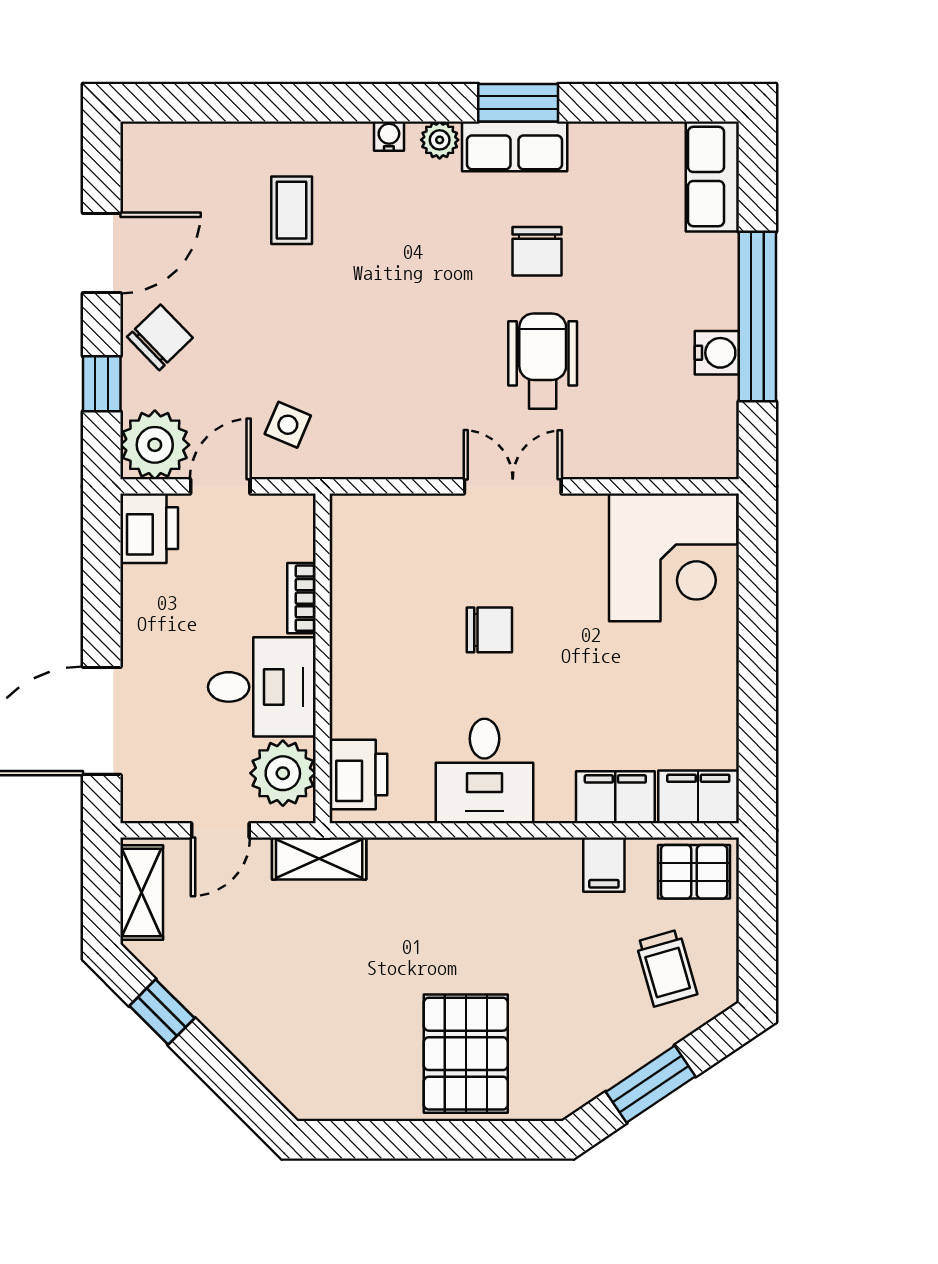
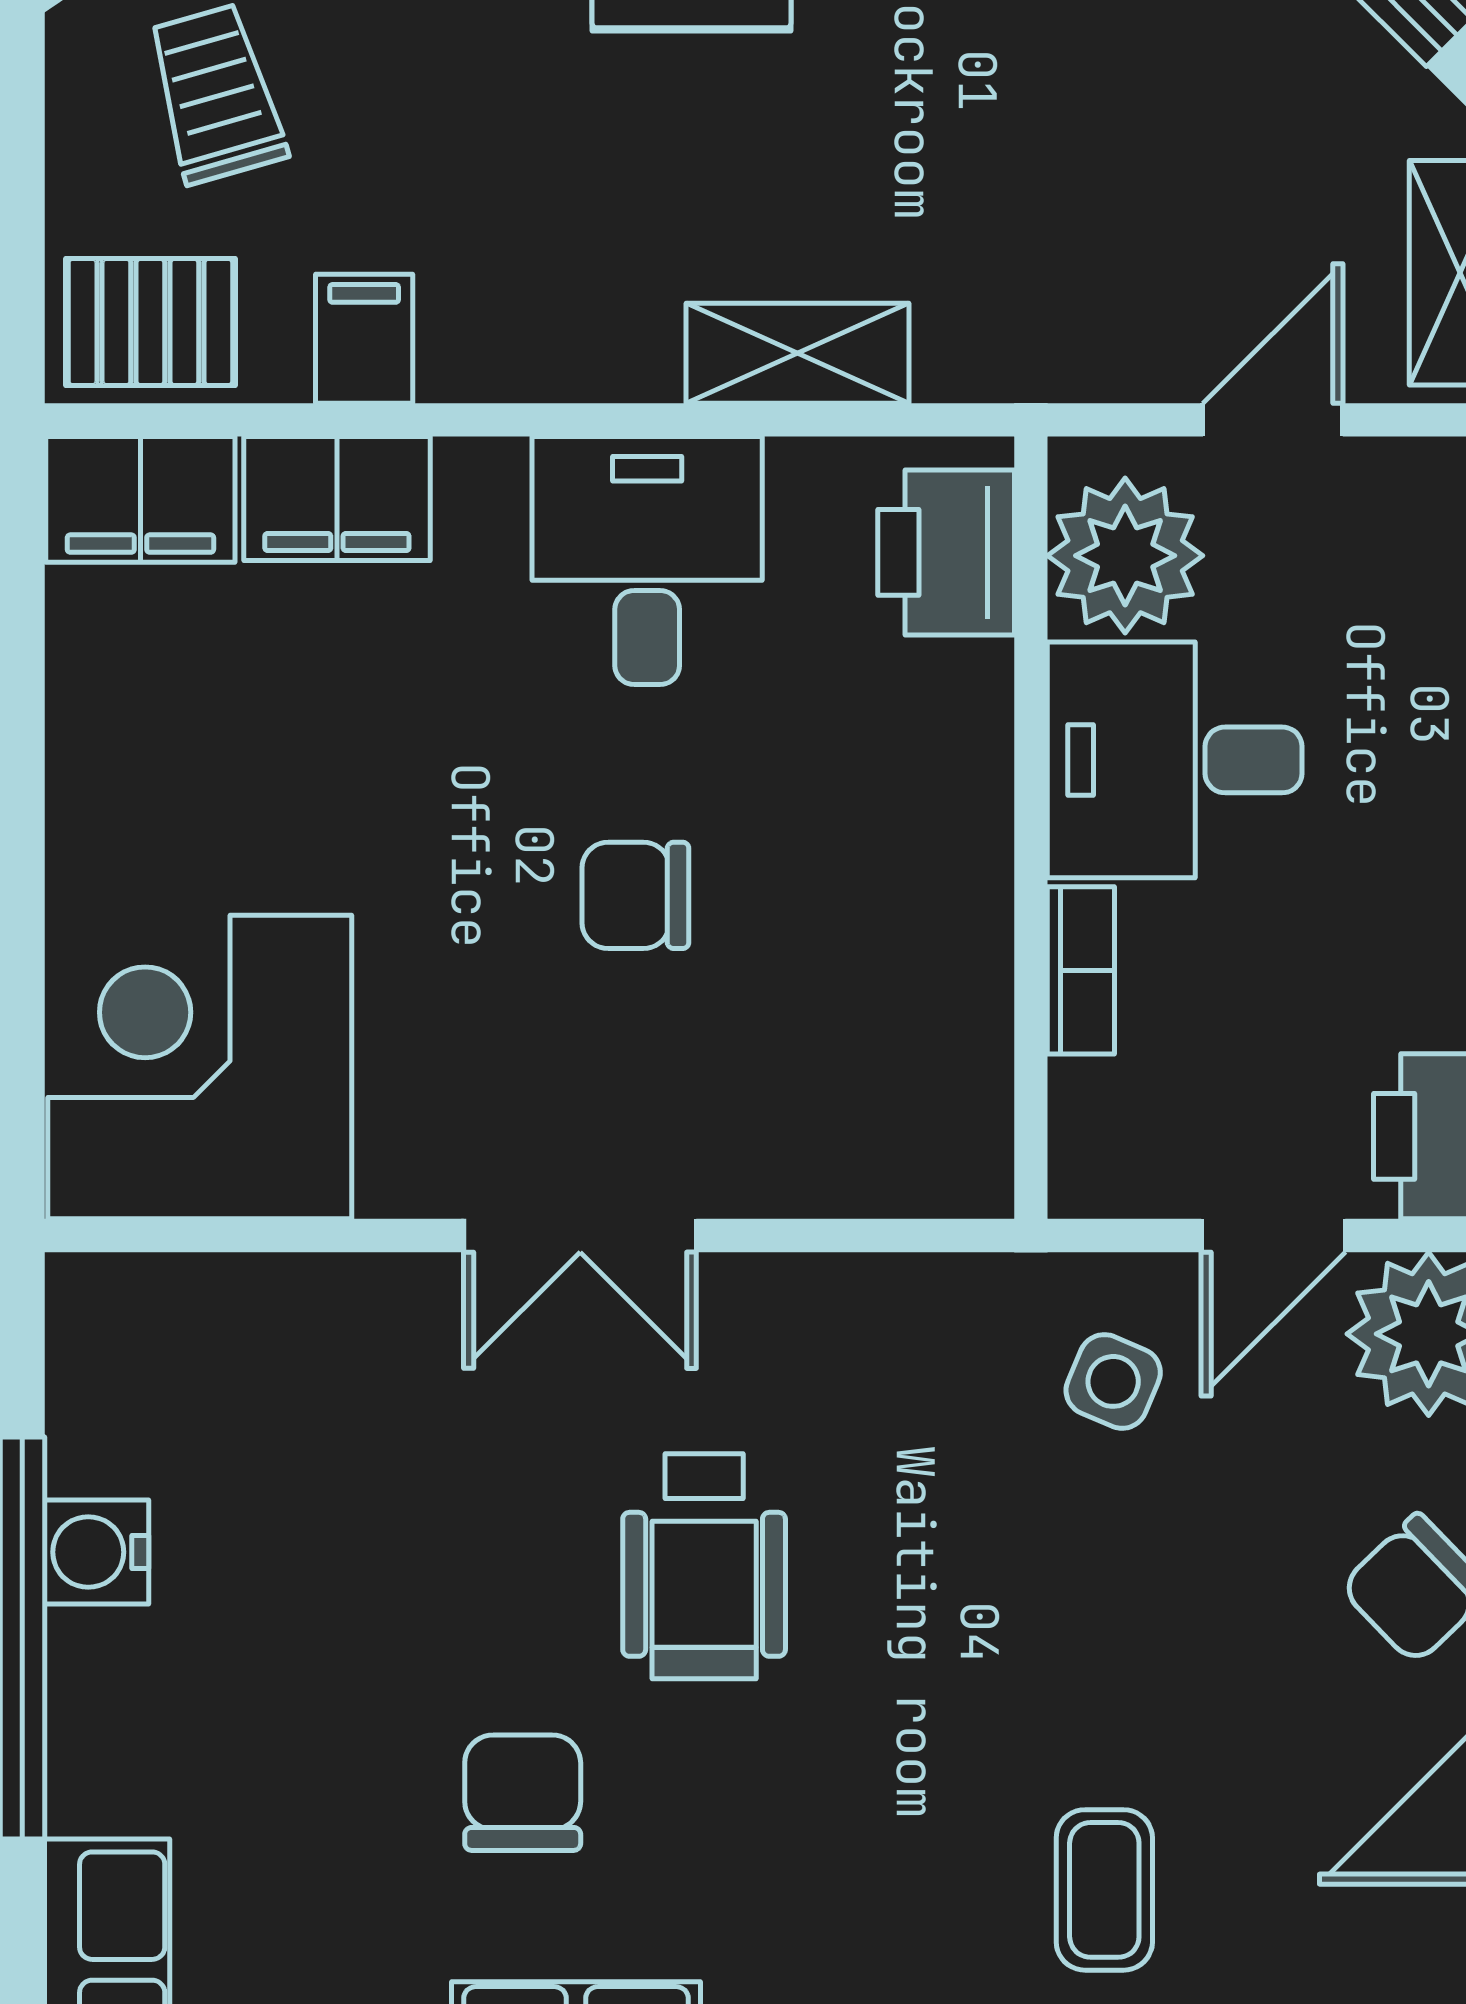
wheelchair: (543, 361) -> (704, 1566), moved
shelving: (319, 859) -> (798, 353), moved

